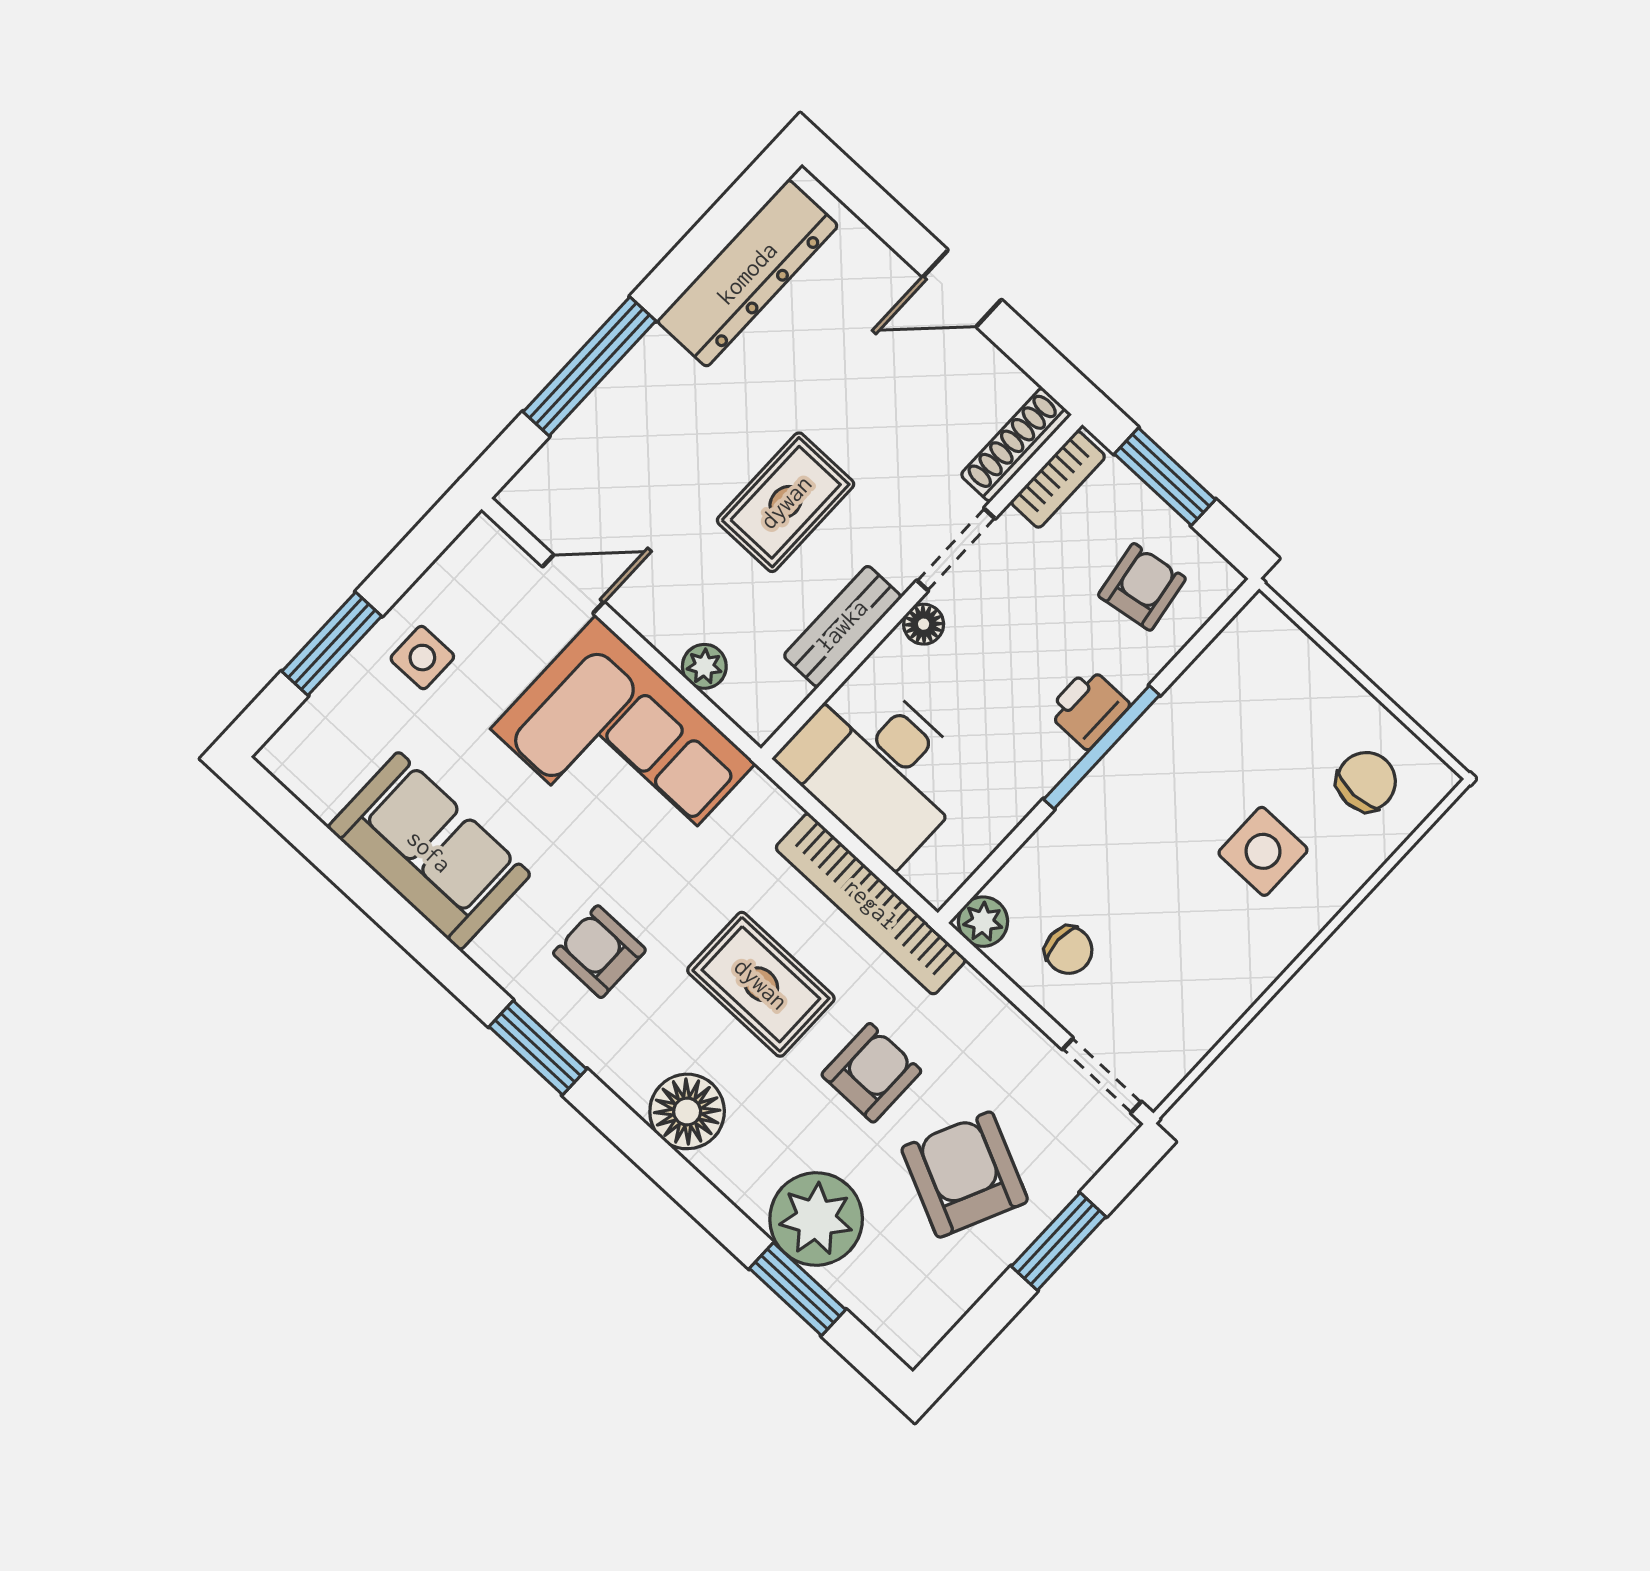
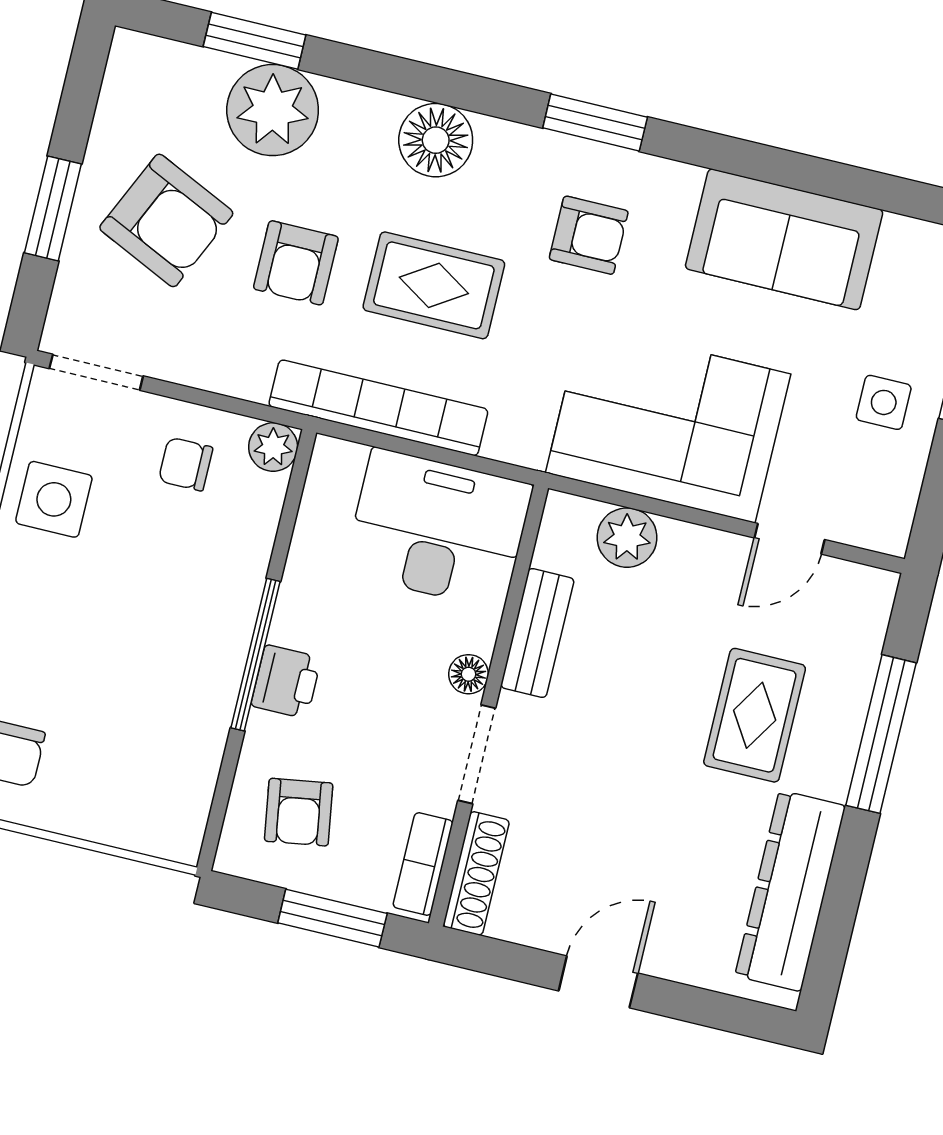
rug: (786, 502) -> (755, 715), moved
plant: (704, 666) -> (627, 538), width x1.38, depth x1.38
side table: (1263, 851) -> (54, 499), moved

